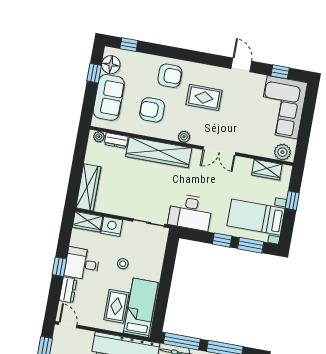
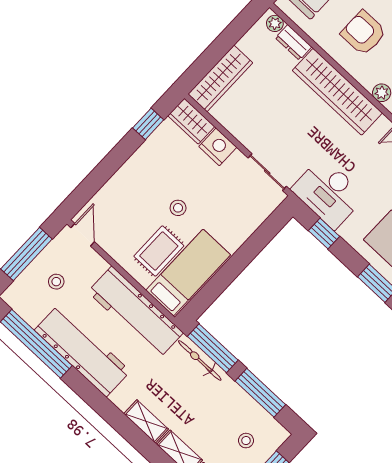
window: (222, 240) -> (324, 234), moved
desk: (82, 264) -> (150, 170), removed
stool: (123, 264) -> (178, 208), moved
window: (59, 267) -> (148, 124), moved
dresser: (68, 290) -> (111, 191), removed

